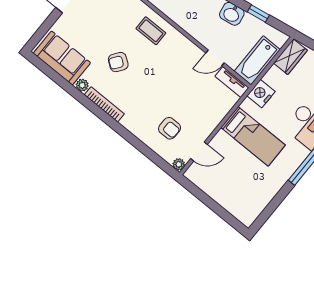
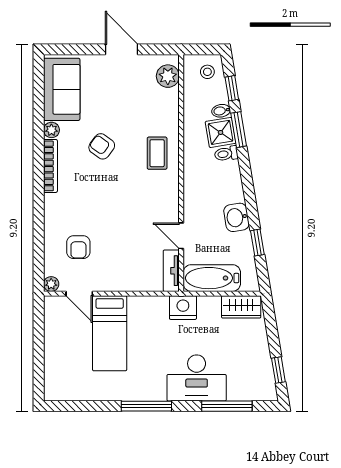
bed: (253, 136) -> (110, 333), moved

